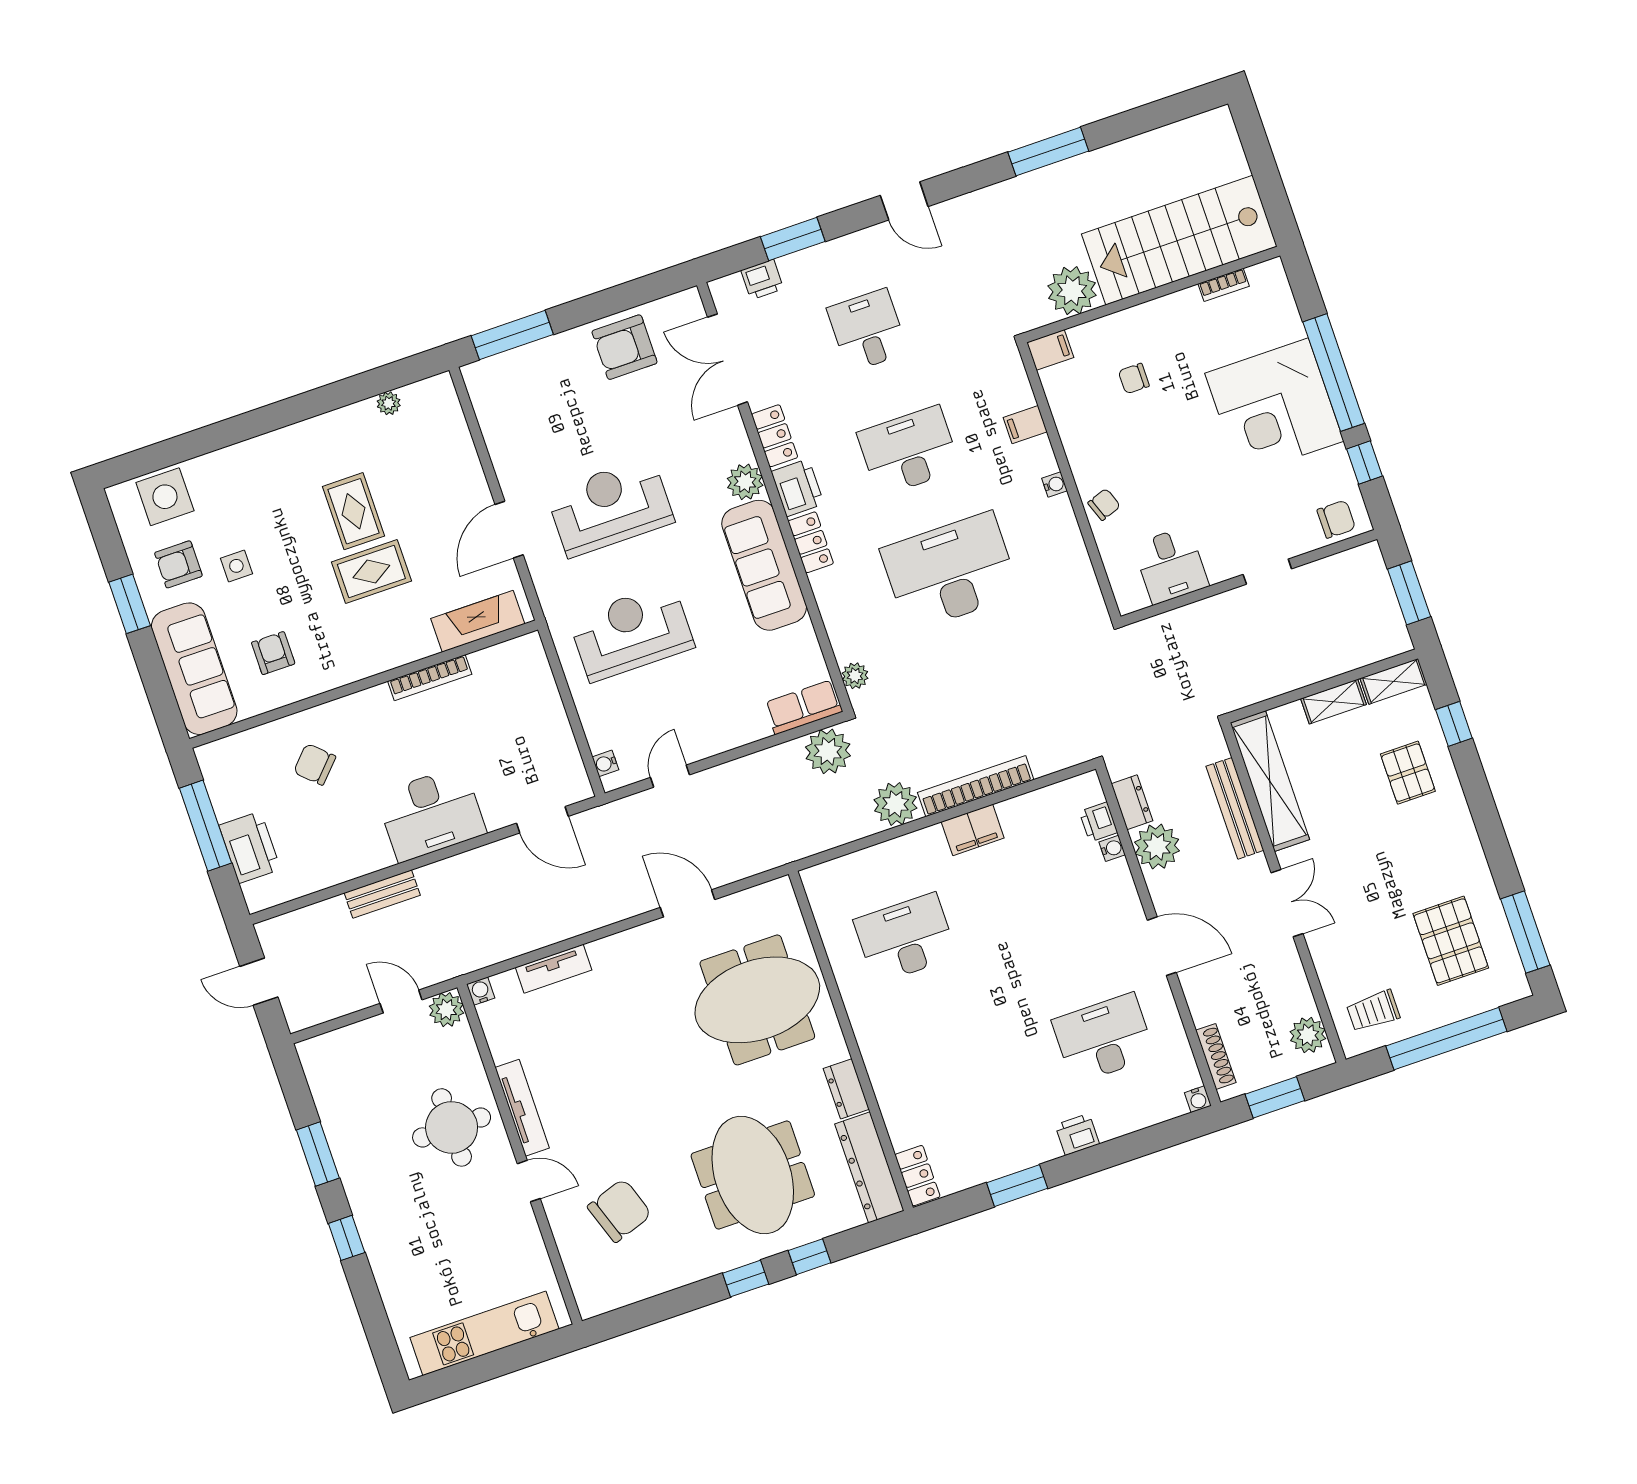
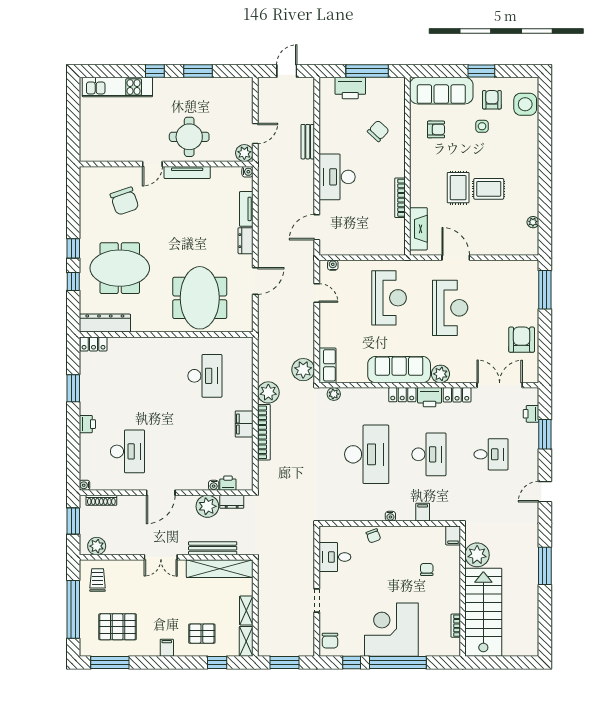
filing cabinet: (1459, 831) -> (167, 648), added
dresser: (846, 1089) -> (246, 241), moved, turned -90
kitchen unit: (484, 1333) -> (117, 87), moved, turned 90

